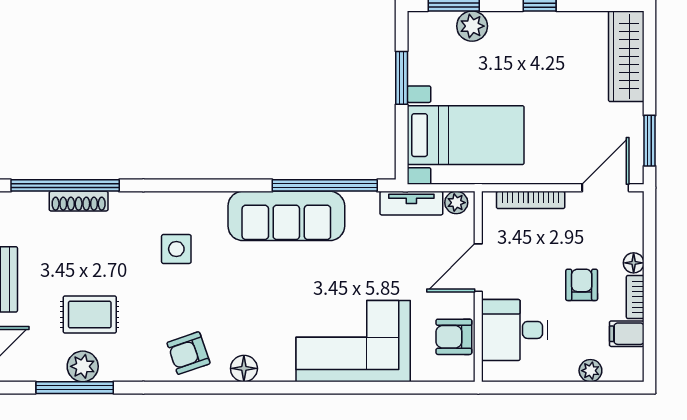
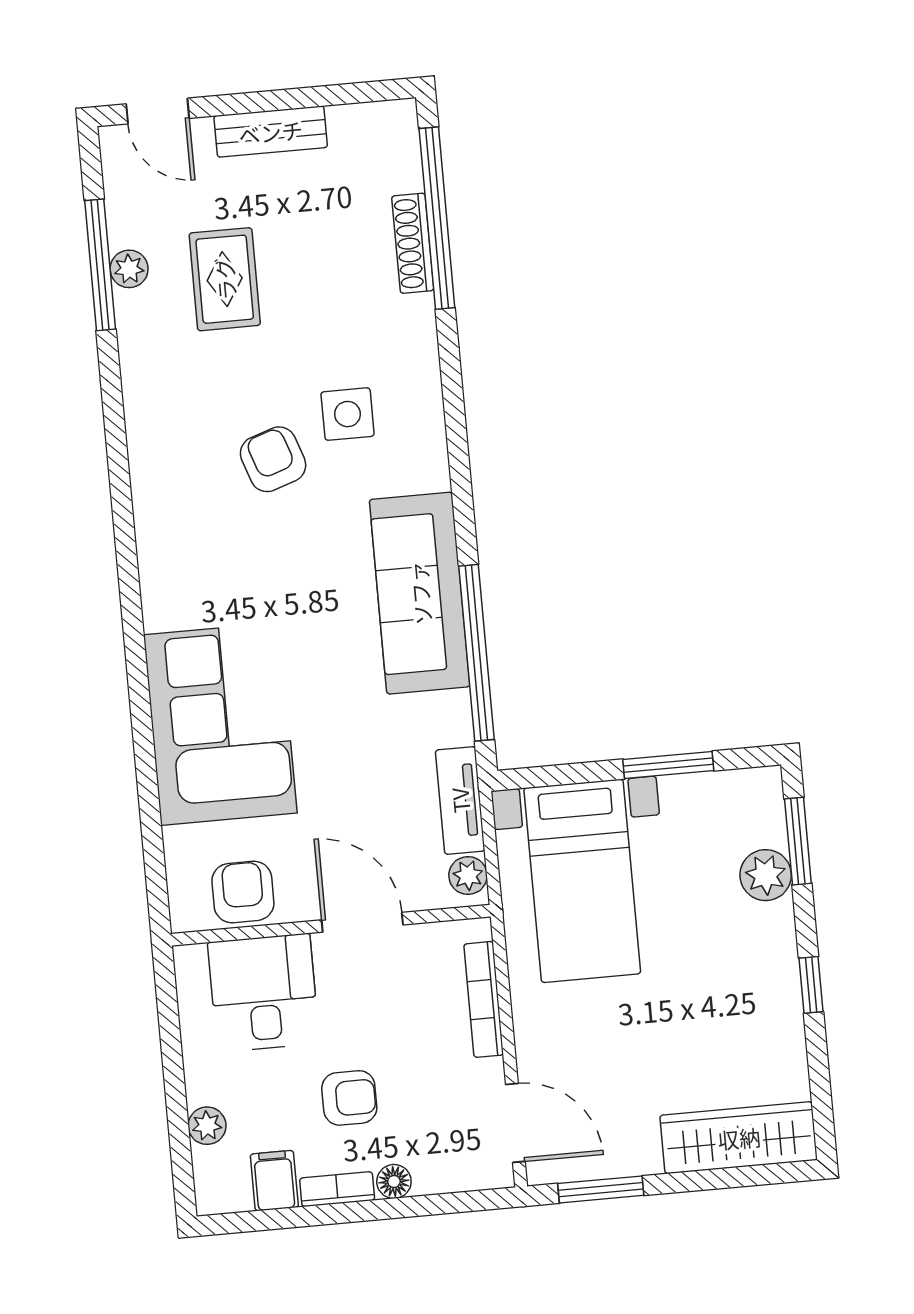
armchair: (188, 353) -> (273, 459), moved
plant: (83, 366) -> (129, 269), width x0.73, depth x0.73
floor lamp: (244, 368) -> (158, 545), removed

